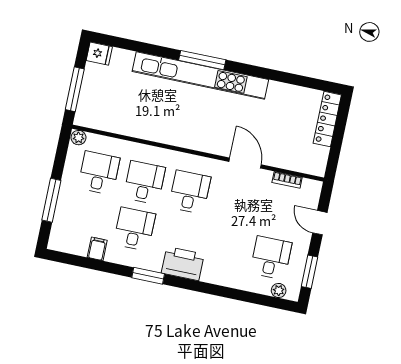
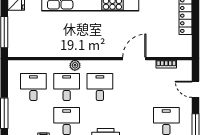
plant: (78, 138) -> (75, 65), moved
door: (245, 163) -> (134, 59), hinge flipped

